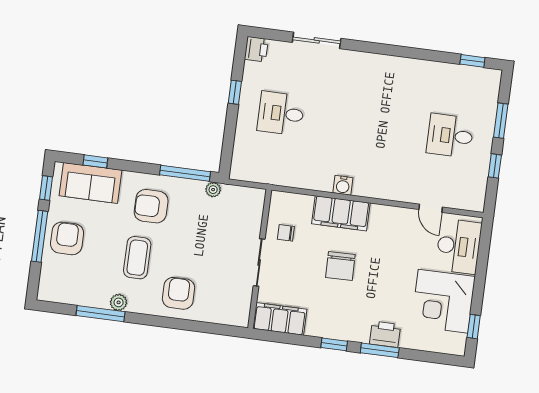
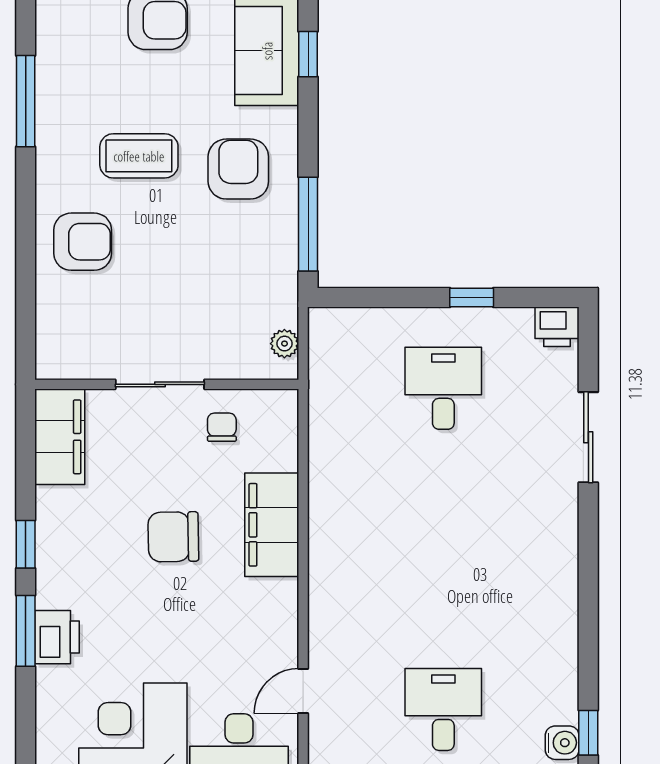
water cooler: (343, 185) -> (562, 743), moved, turned 180
plant: (213, 190) -> (284, 344), moved
plant: (119, 302) -> (51, 132), removed

